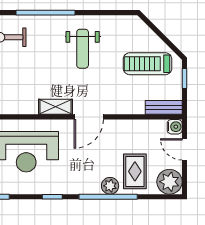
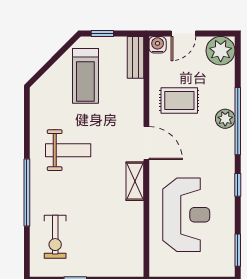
rug: (135, 171) -> (179, 100), moved

